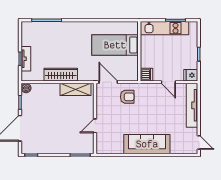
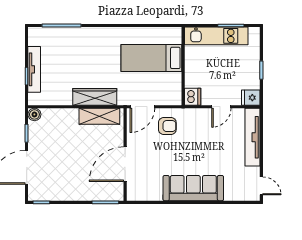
tv unit: (26, 59) -> (34, 69), width x1.41
wardrobe: (61, 75) -> (95, 97), moved
door: (108, 82) -> (142, 107), swing flipped
door: (168, 82) -> (221, 107), hinge flipped
door: (95, 126) -> (125, 164), width x1.88

